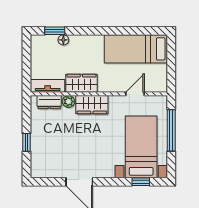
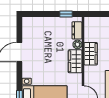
tv unit: (48, 86) -> (89, 29), removed
window: (27, 142) -> (66, 14), moved

